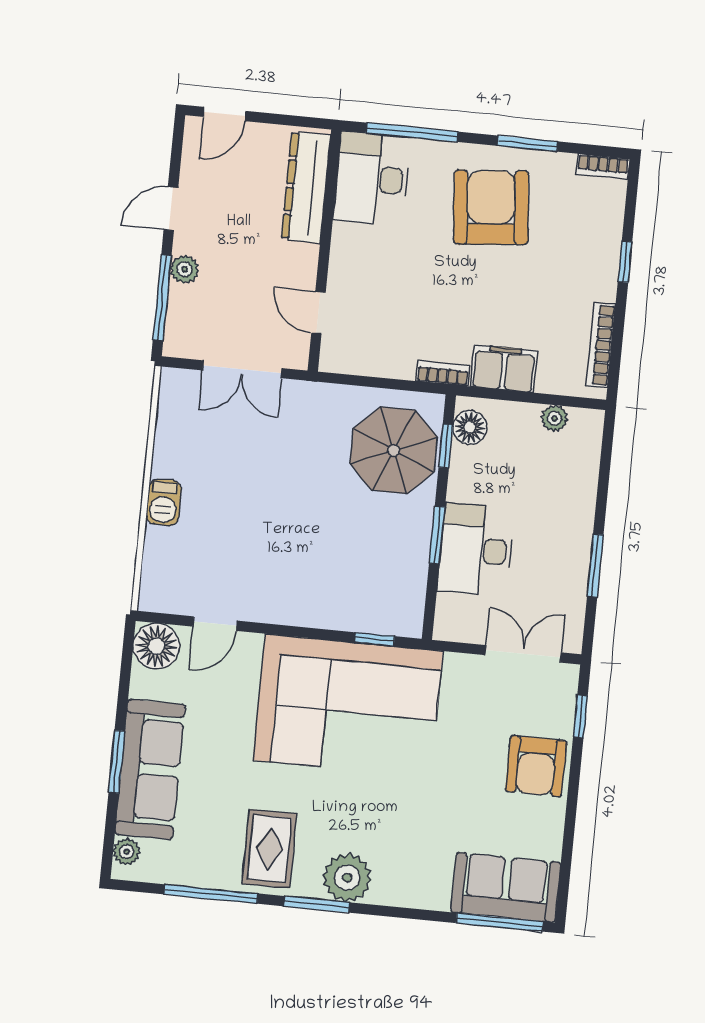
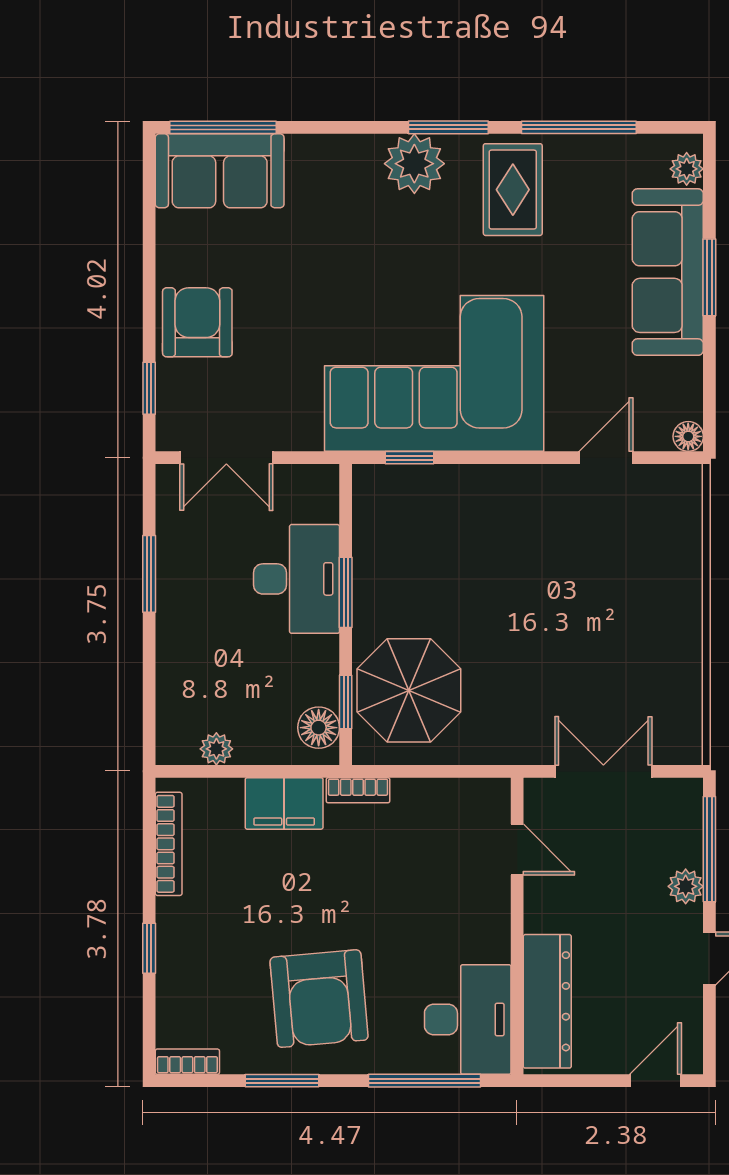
barbecue: (164, 502) -> (683, 600), removed
floor lamp: (156, 646) -> (688, 436), width x0.53, depth x0.53

